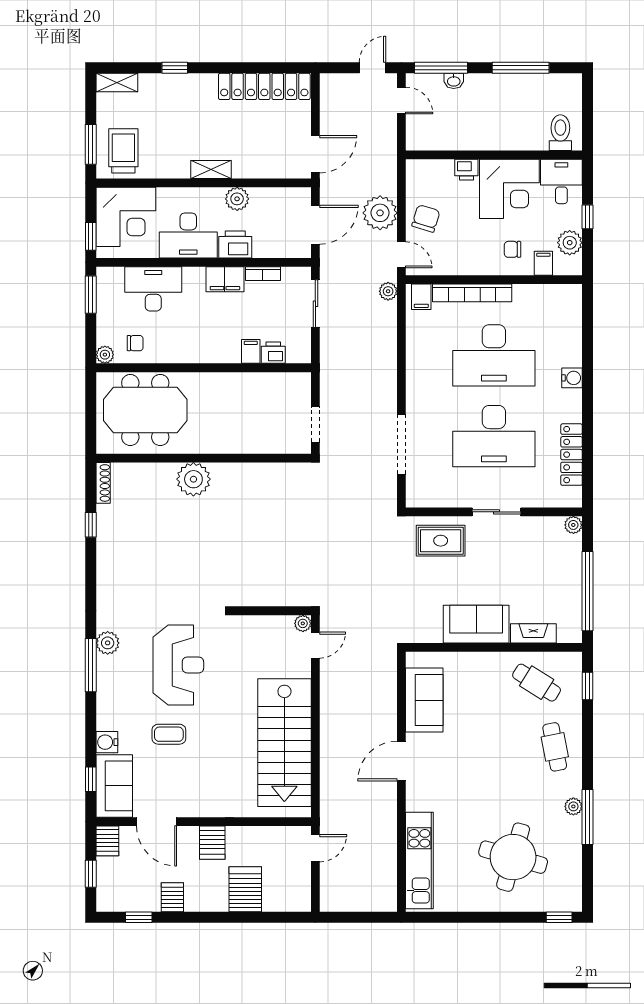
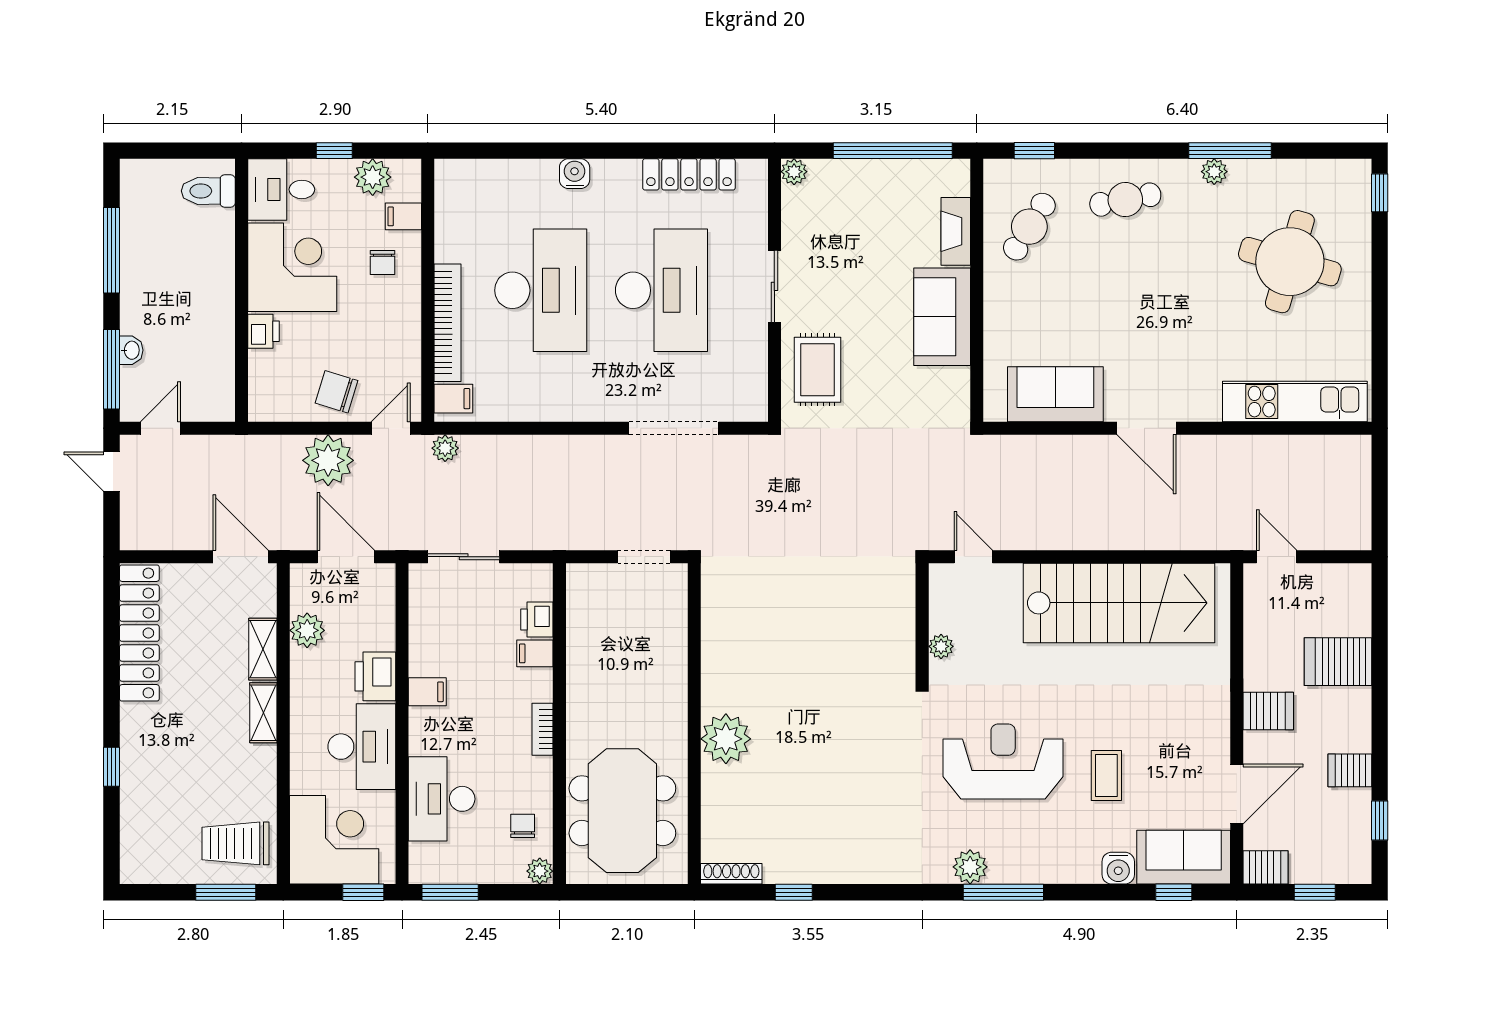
shelving: (117, 83) -> (263, 649), moved
plant: (237, 199) -> (307, 630), moved
bookcase: (263, 274) -> (543, 729), moved, turned 180
filing cabinet: (225, 279) -> (427, 692), width x0.50
plant: (303, 623) -> (941, 646), moved

